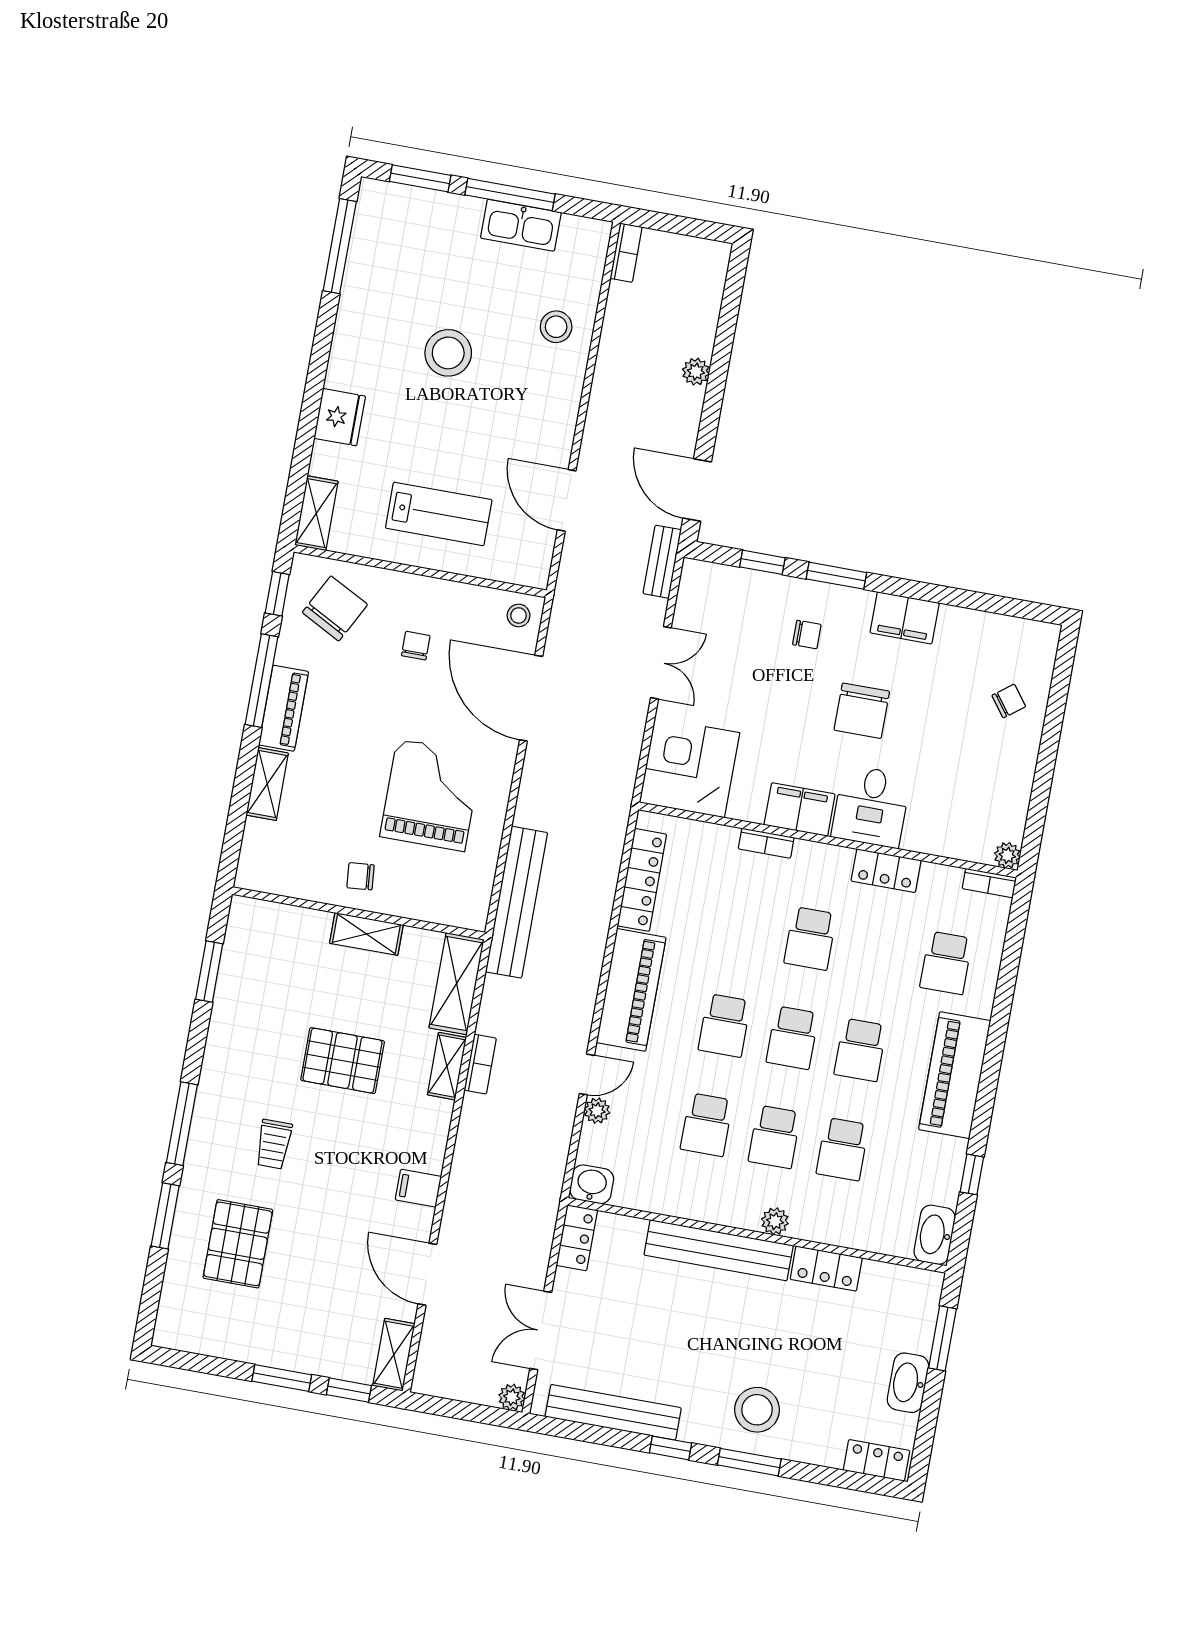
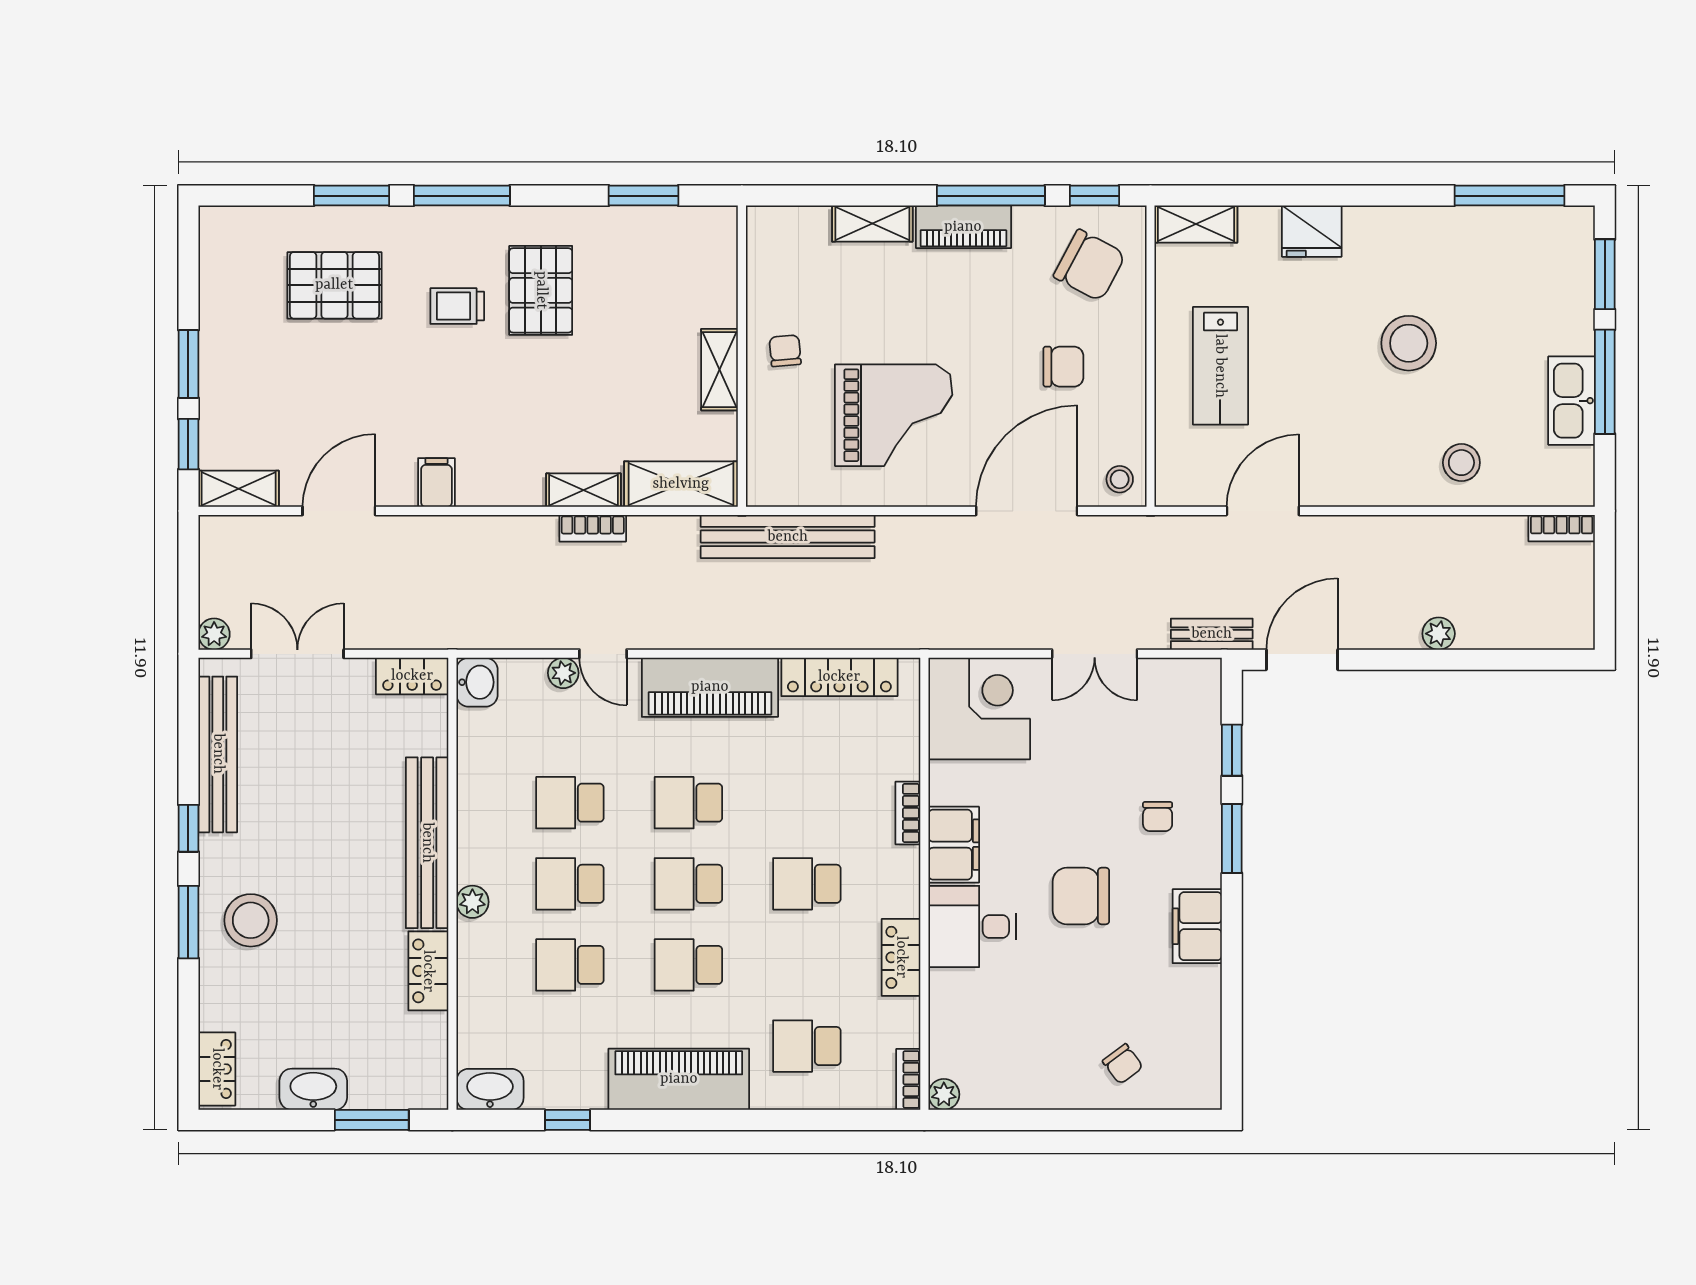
chair: (416, 646) -> (1063, 367), width x1.37, depth x1.37
pallet: (343, 1061) -> (541, 290), moved

